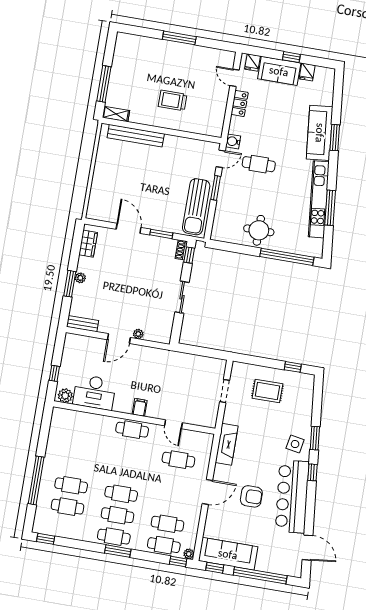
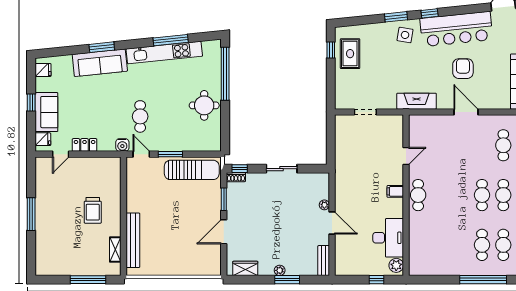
fridge: (307, 72) -> (43, 70), moved
shelving: (116, 114) -> (115, 250), moved
rug: (267, 391) -> (350, 54), moved
cafe table: (178, 460) -> (439, 145), removed

